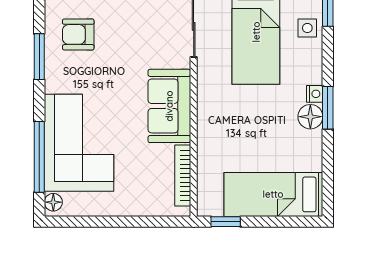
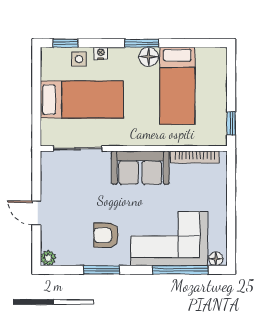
armchair: (78, 34) -> (106, 235), moved, turned 90
nightstand: (315, 94) -> (101, 53), moved
bed: (273, 194) -> (177, 86), moved

